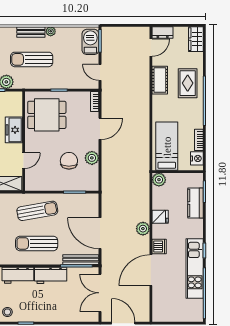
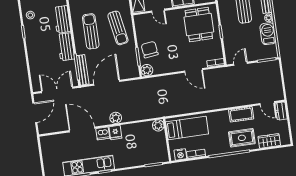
wardrobe: (196, 39) -> (269, 141), moved
barbecue: (90, 42) -> (268, 34), moved, turned -90
plant: (92, 158) -> (147, 70), moved
chair: (69, 161) -> (150, 50), moved, turned -97
kitchen counter: (196, 203) -> (143, 159), removed
fridge: (160, 217) -> (115, 132), moved

